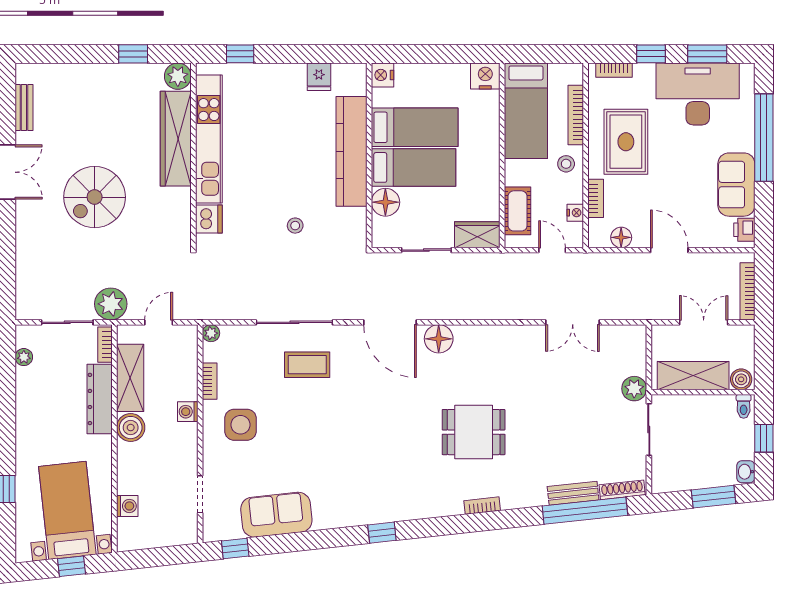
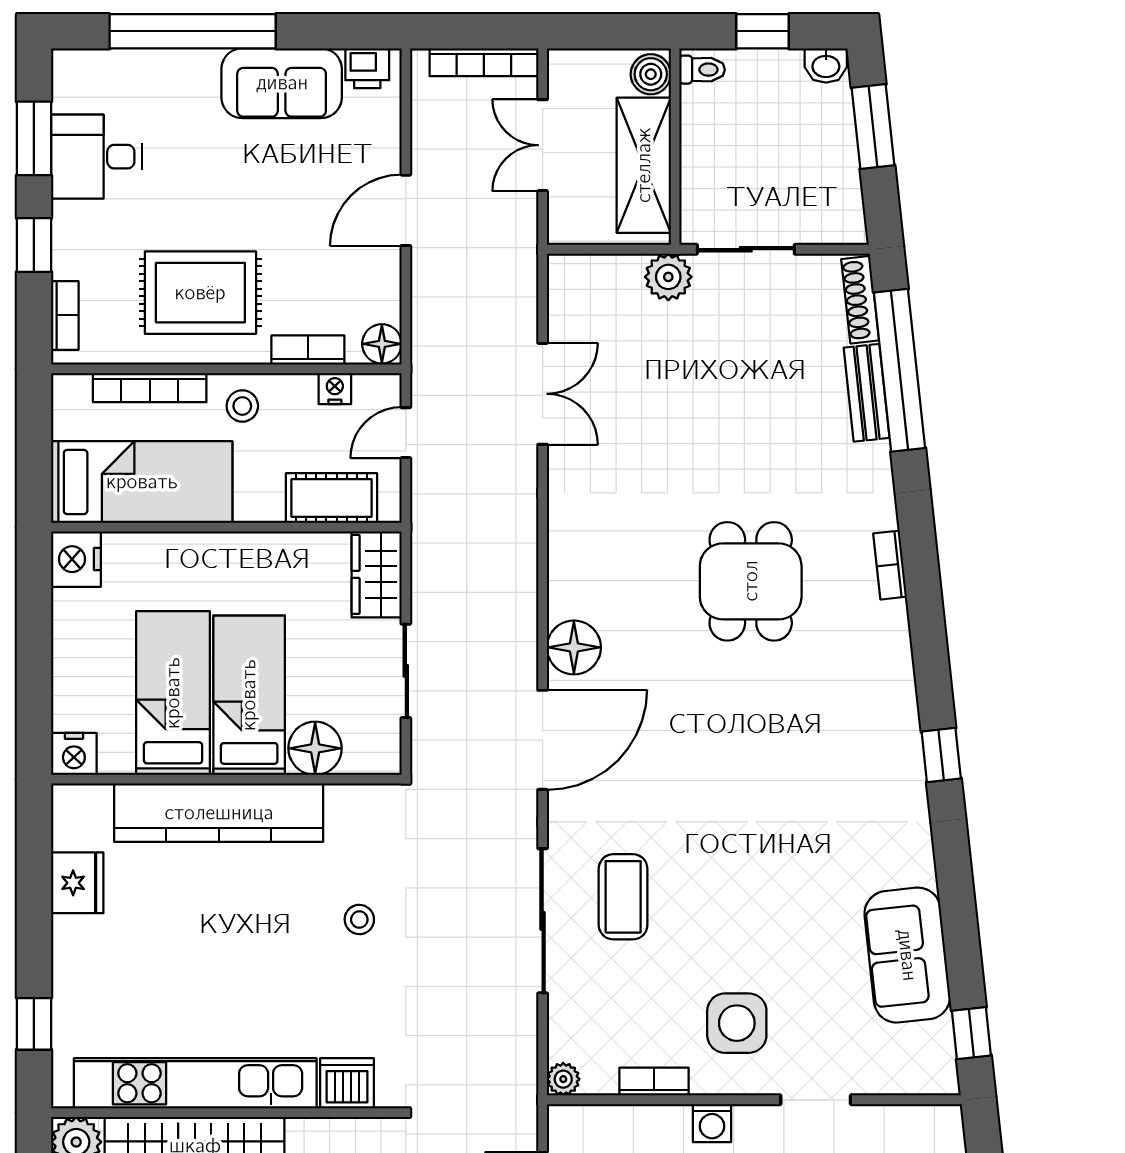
fridge: (319, 77) -> (77, 883), width x1.38
desk: (698, 94) -> (96, 157), width x0.53, depth x0.77
floor lamp: (621, 237) -> (382, 344), moved
doorway: (200, 494) -> (816, 1100), moved

